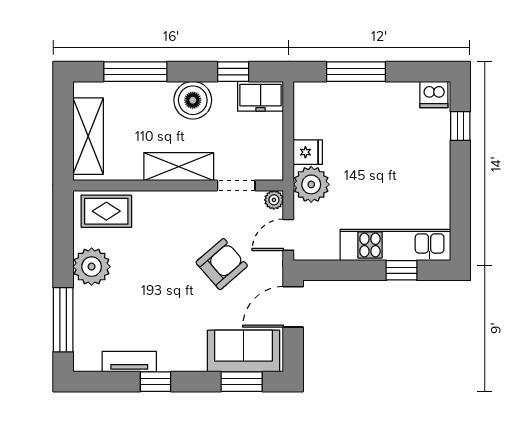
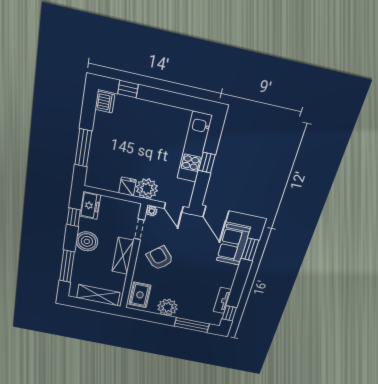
armchair: (222, 264) -> (160, 258), moved
window: (402, 270) -> (207, 163), moved
window: (155, 382) -> (229, 313), moved

